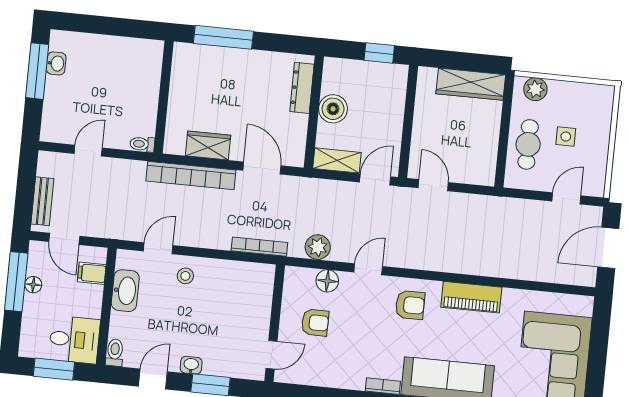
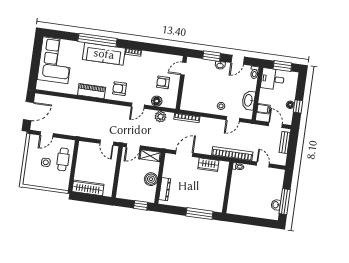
window: (379, 53) -> (141, 205), moved
plant: (535, 89) -> (59, 184), removed
door: (88, 151) -> (263, 165), swing flipped
door: (262, 168) -> (184, 154), swing flipped
bookcase: (191, 176) -> (232, 154), moved
window: (16, 282) -> (298, 106), width x0.46

